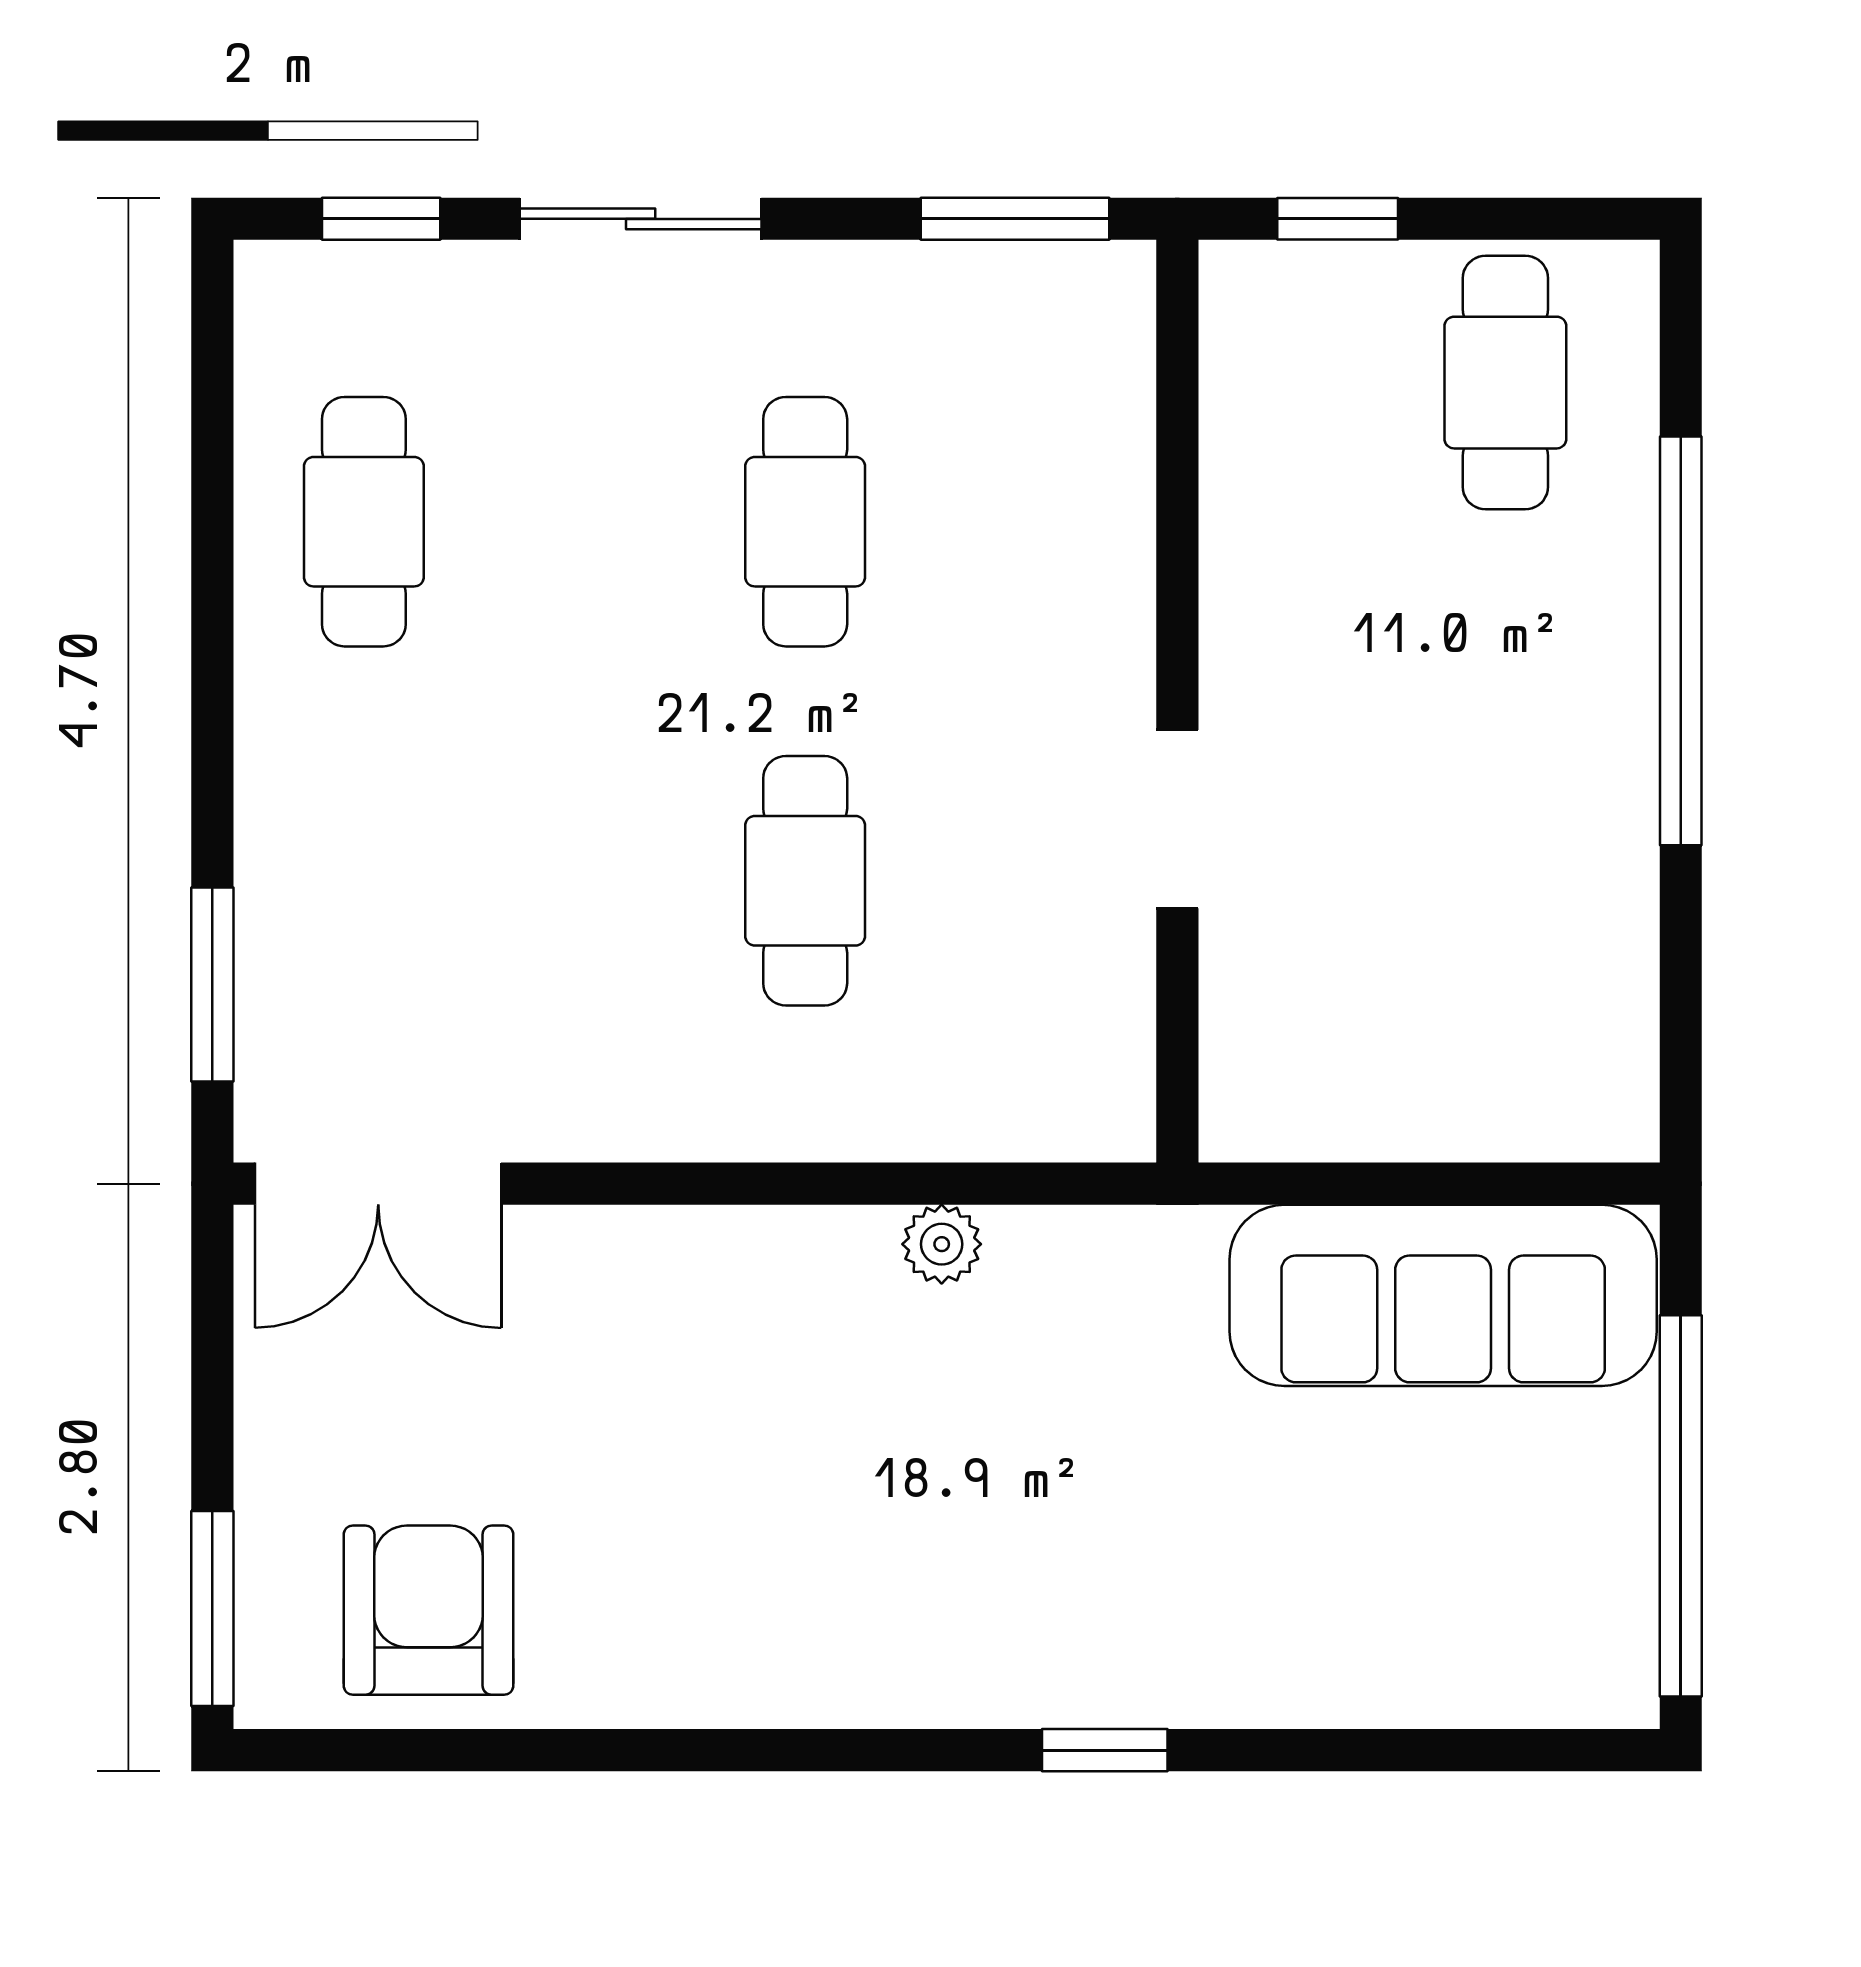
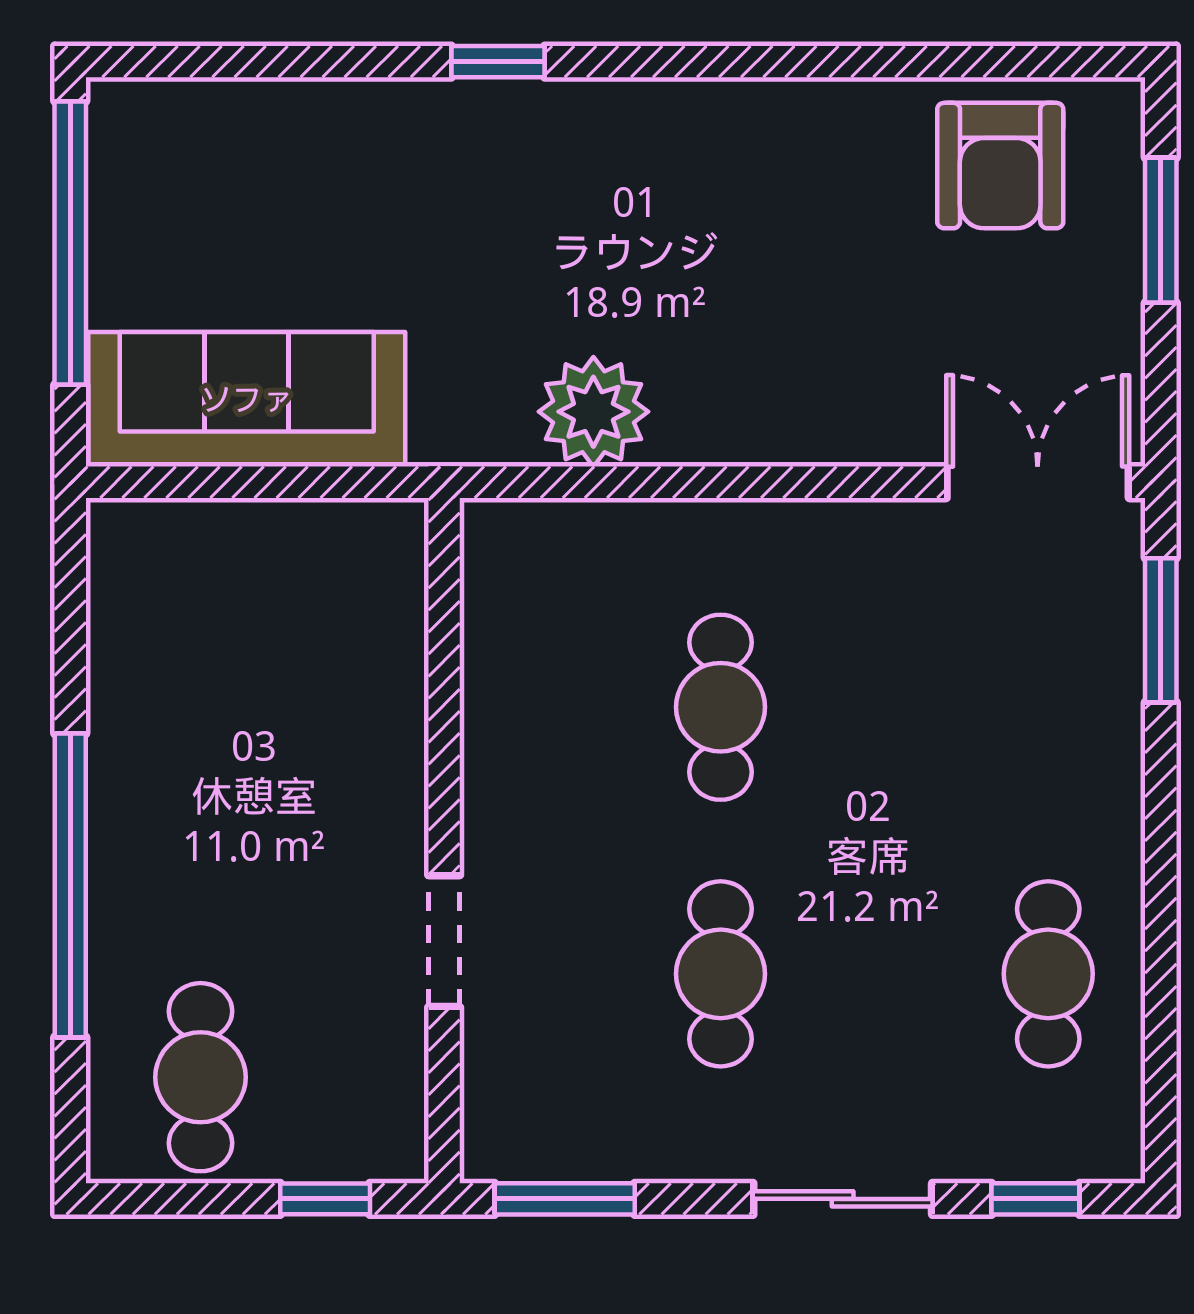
doorway: (1177, 819) -> (444, 941), moved
plant: (942, 1244) -> (593, 412), width x1.88, depth x1.88
window: (212, 1608) -> (1161, 230), moved

